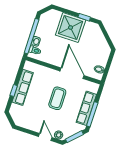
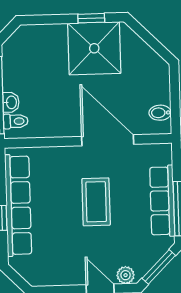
shower: (71, 28) -> (94, 48), moved
row of seats: (23, 87) -> (18, 205), width x1.36

